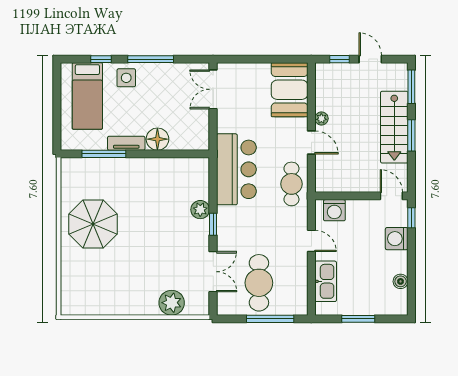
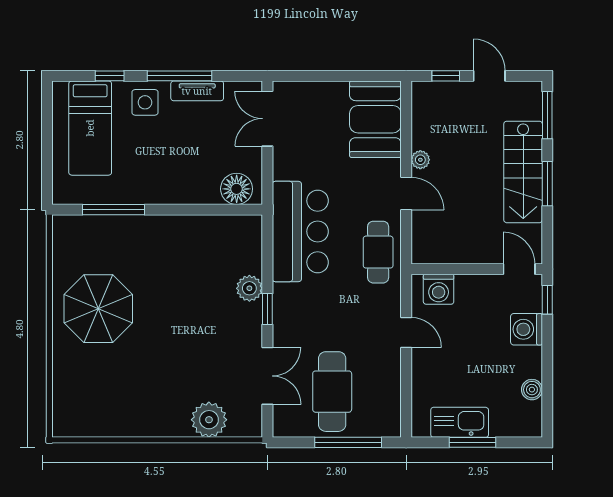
floor lamp: (157, 139) -> (237, 189), moved
tv unit: (126, 143) -> (197, 91), moved, turned 180
kitchen sink: (326, 281) -> (460, 422), moved, turned -90

